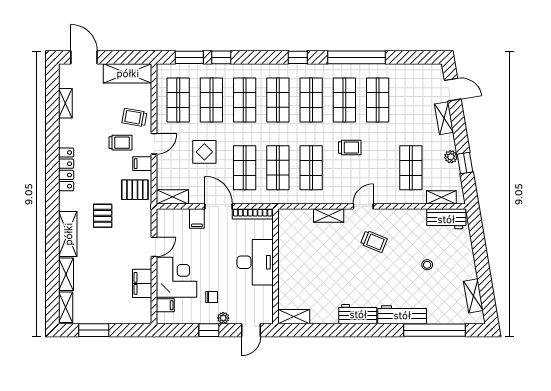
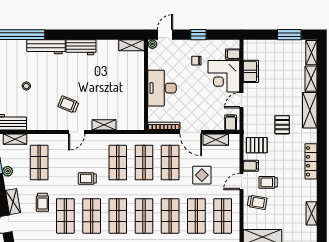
trolley: (407, 117) -> (42, 202), added
shelving: (172, 197) -> (216, 140), moved
filing cabinet: (197, 219) -> (231, 123), moved
plant: (223, 318) -> (152, 44), moved

